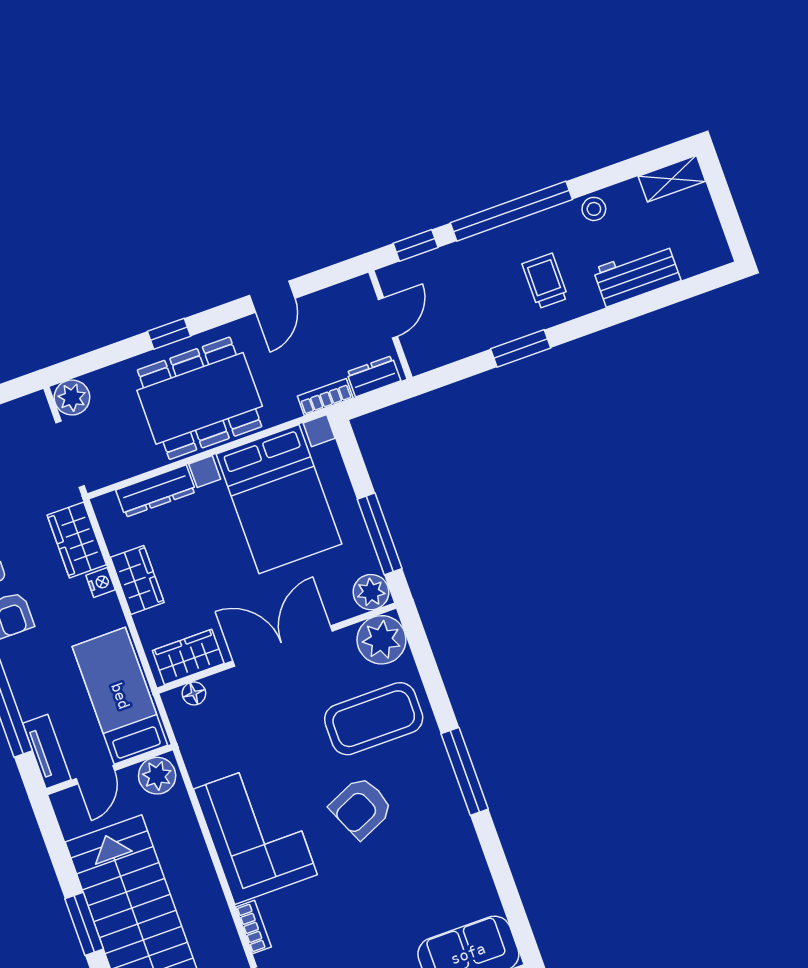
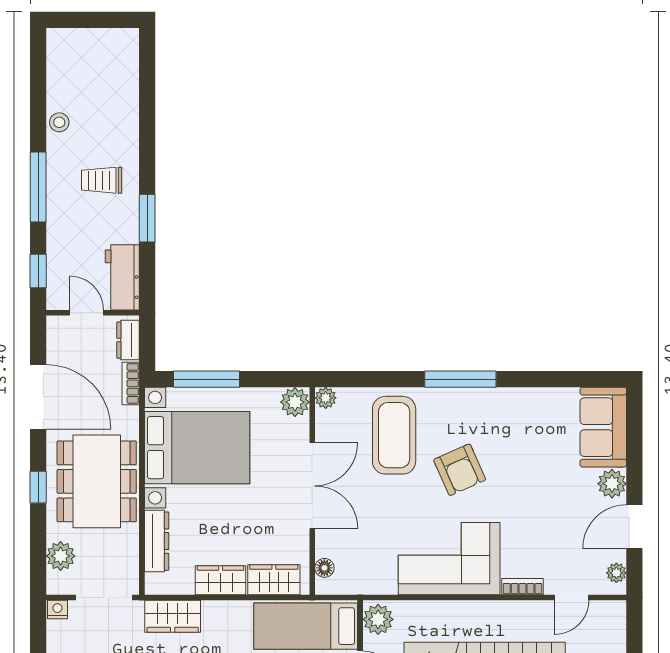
shelving: (672, 179) -> (58, 53), removed
window: (511, 211) -> (38, 187), width x0.68
workbench: (637, 275) -> (122, 277), moved
door: (272, 297) -> (38, 397), width x1.88
plant: (72, 397) -> (61, 556), moved
window: (380, 534) -> (206, 379), moved
nightstand: (101, 583) -> (57, 610), moved
plant: (381, 640) -> (326, 398), width x0.53, depth x0.53
double door: (283, 646) -> (312, 486), swing flipped
wardrobe: (188, 657) -> (274, 580), moved, turned 90

